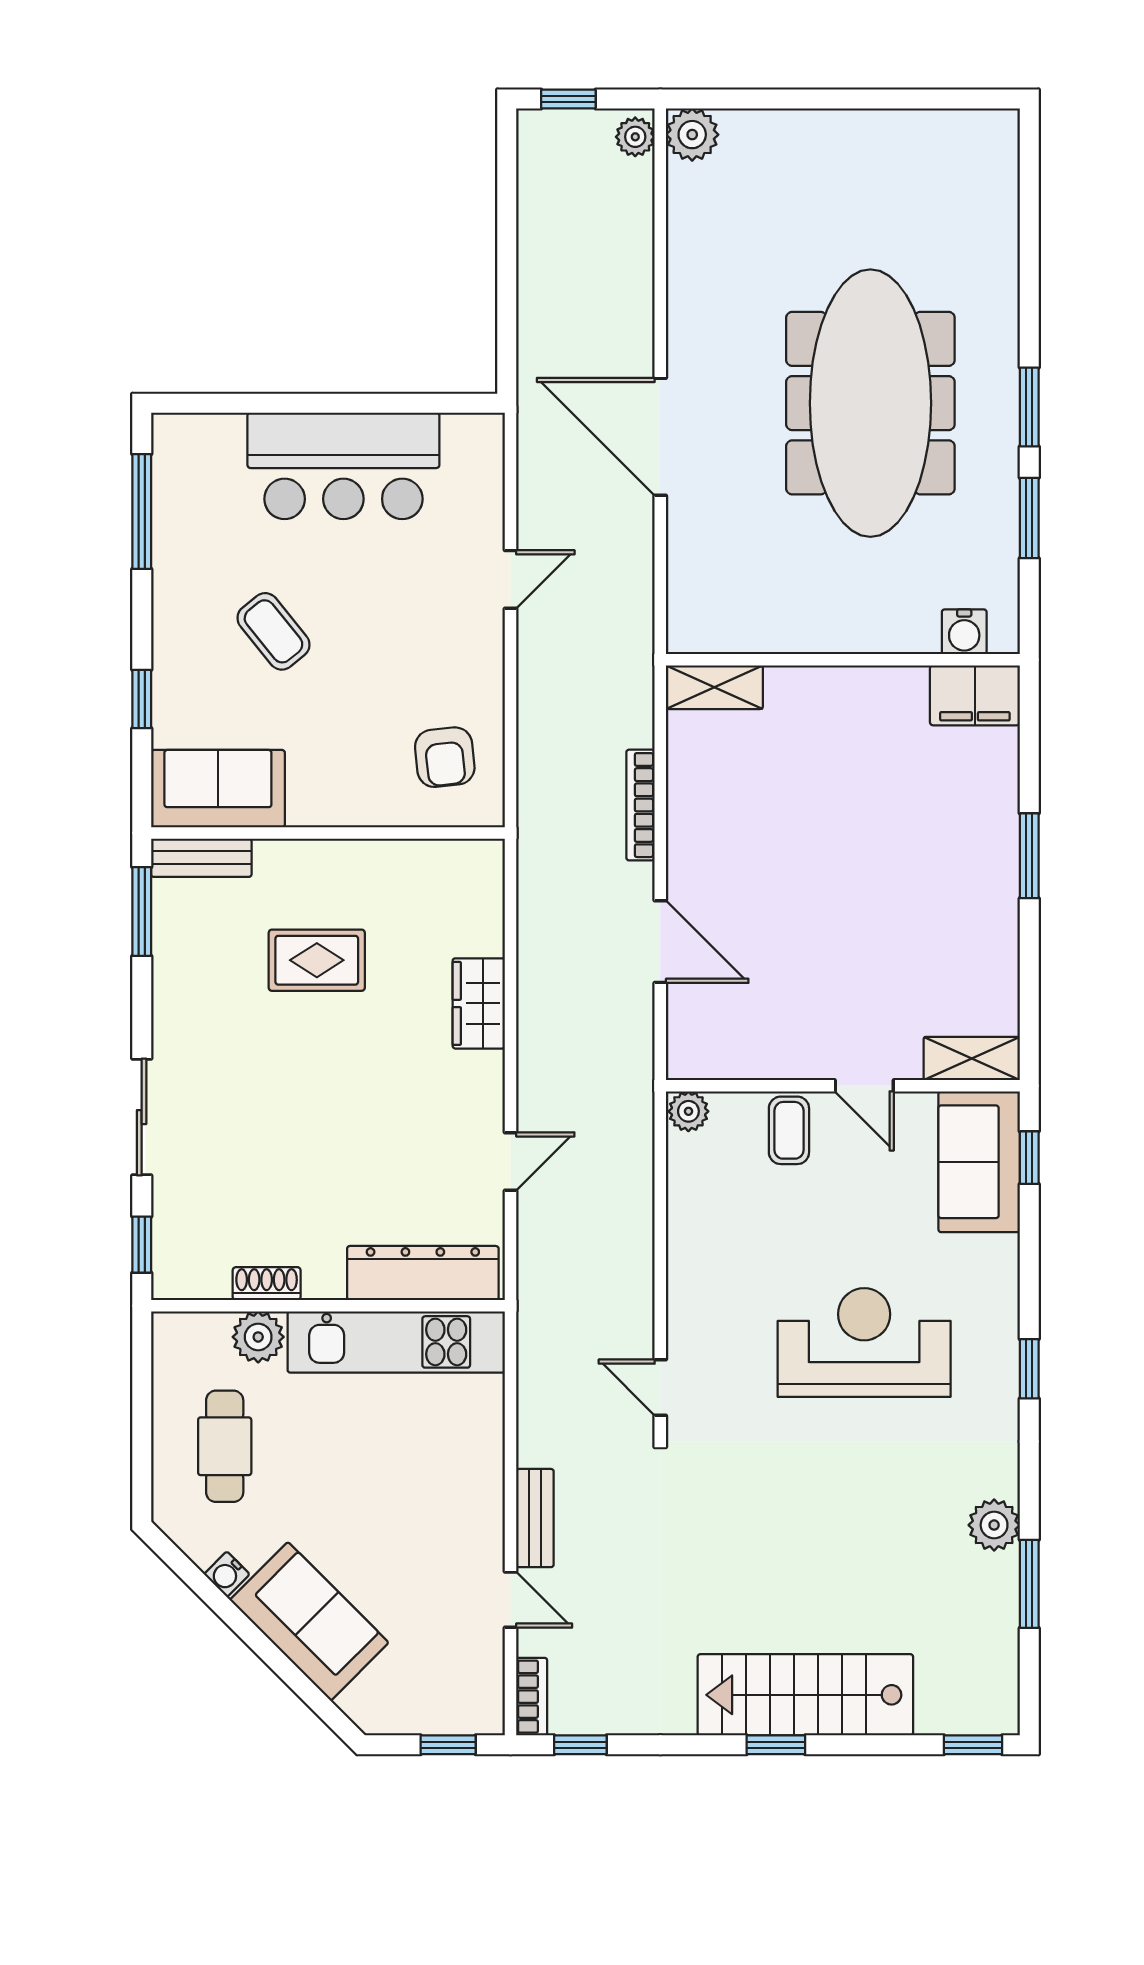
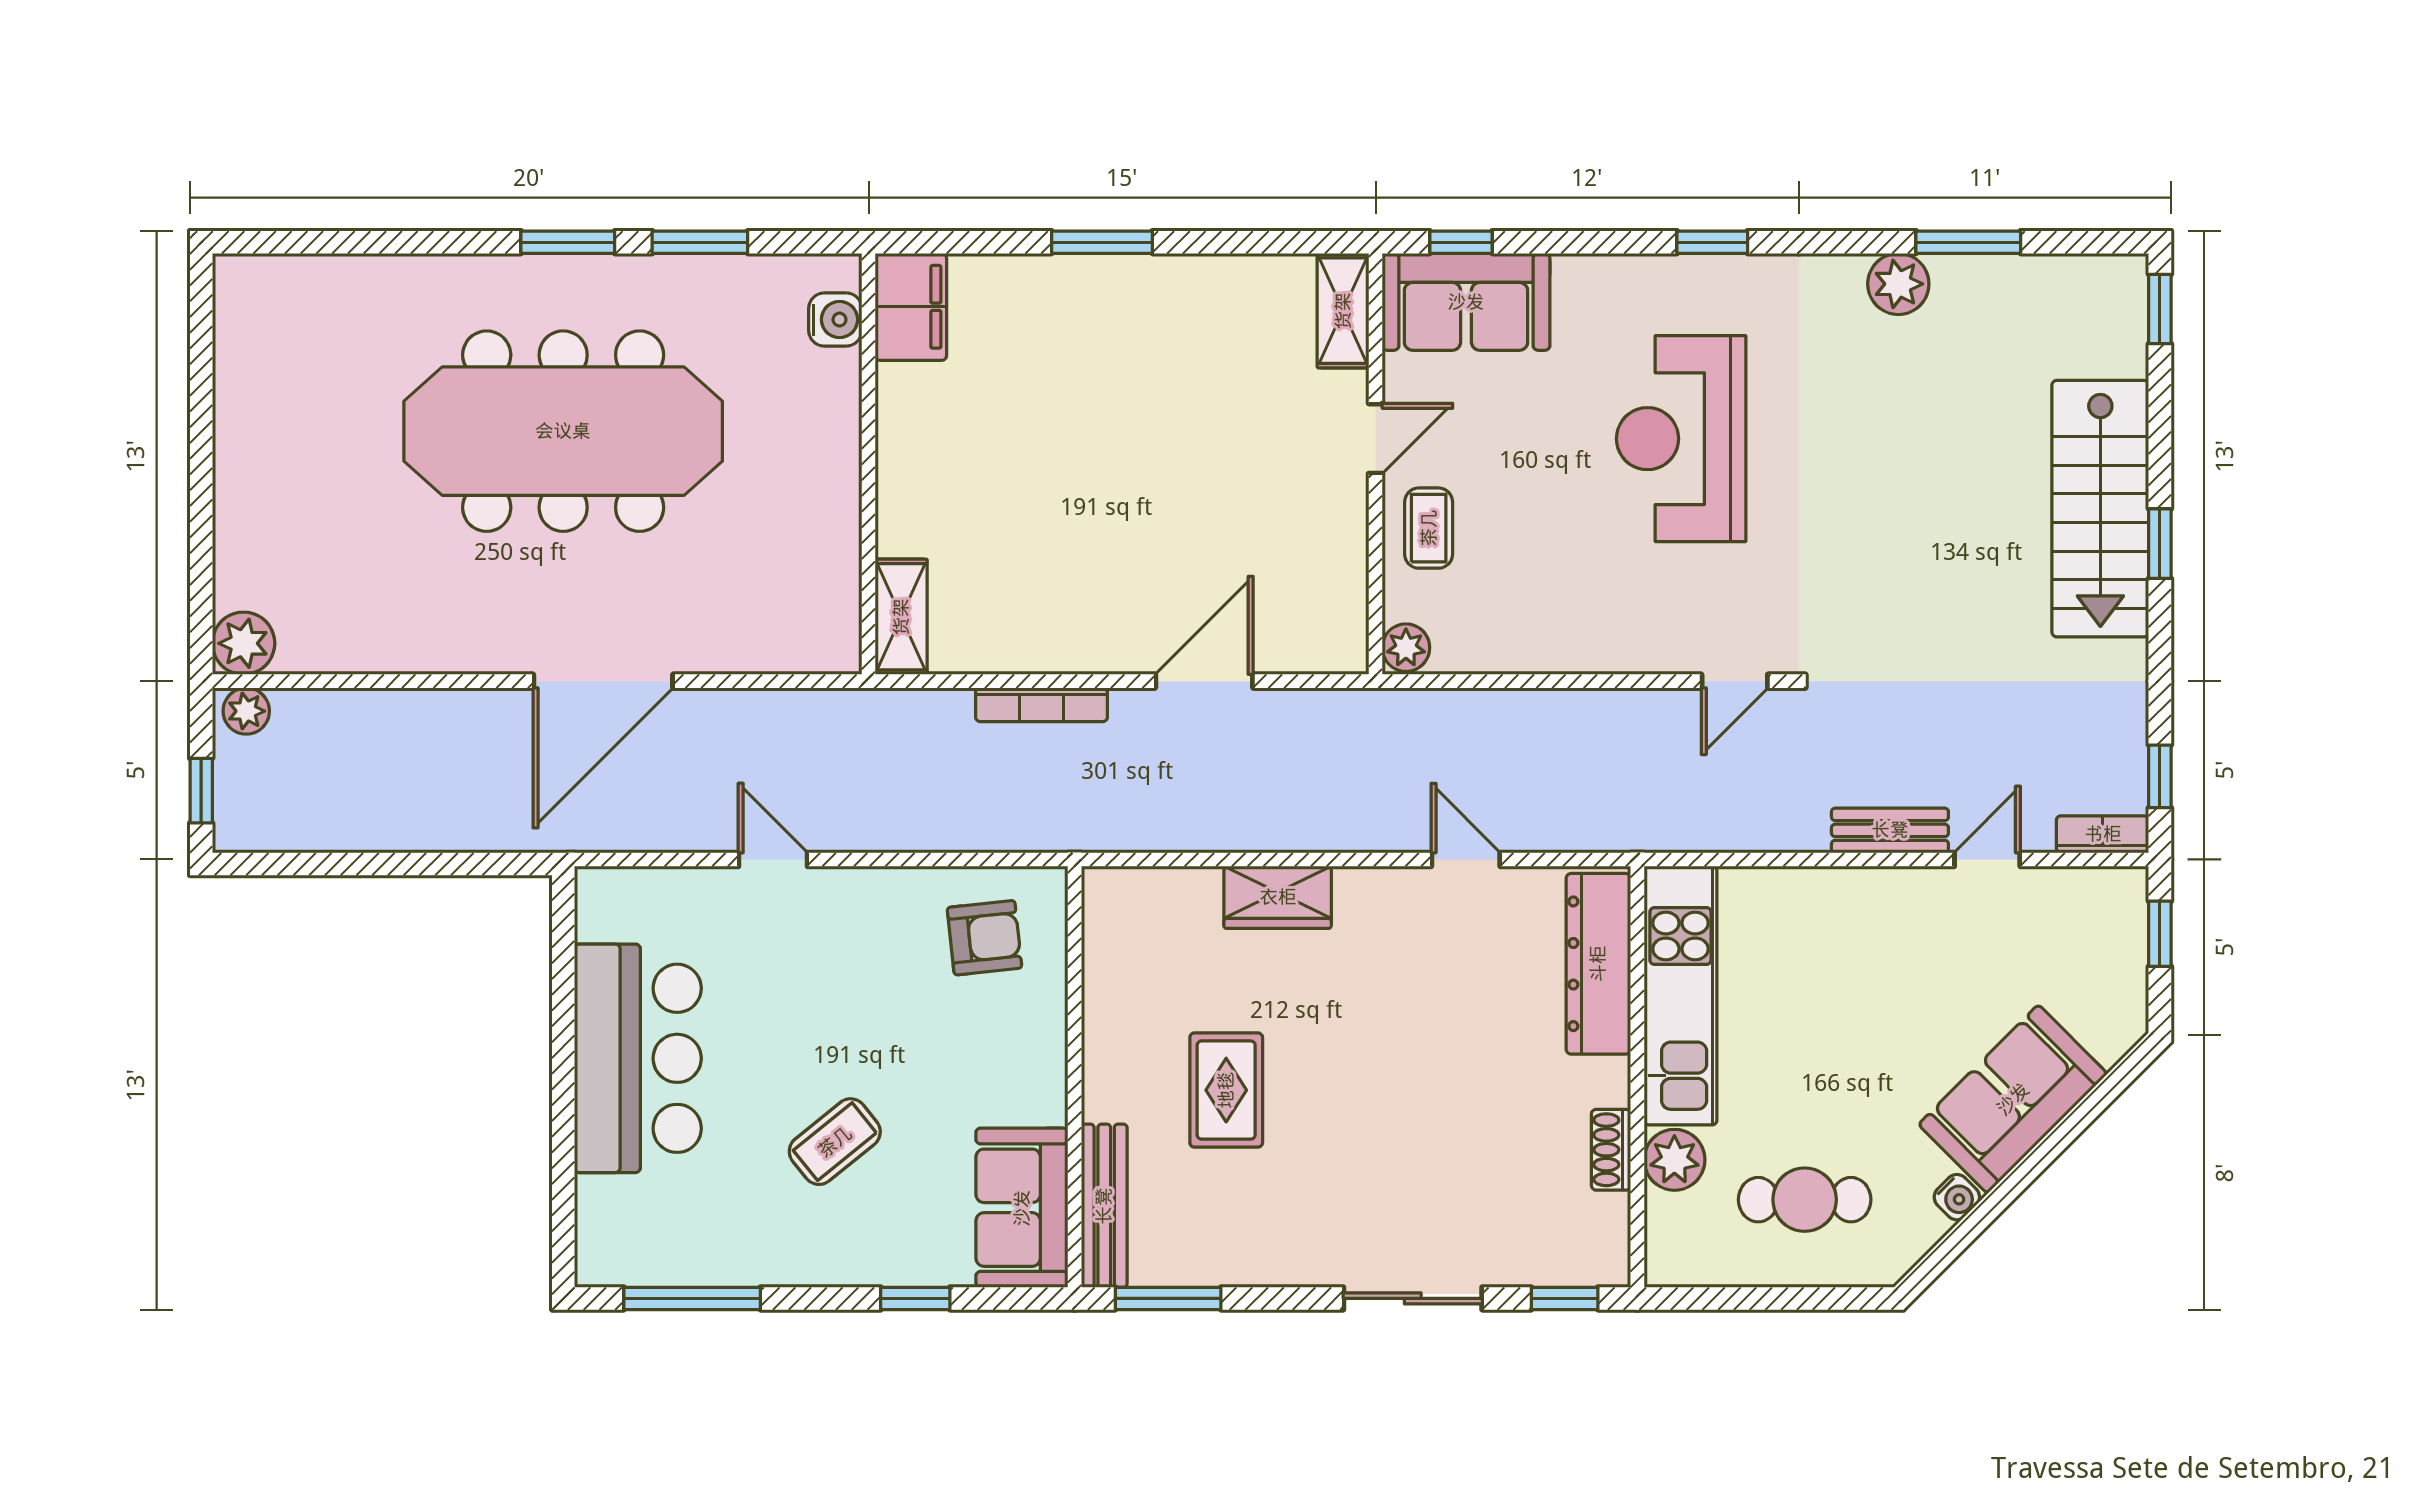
bench: (201, 858) -> (1104, 1206), width x1.36
coffee table: (789, 1130) -> (1429, 528), turned 90

